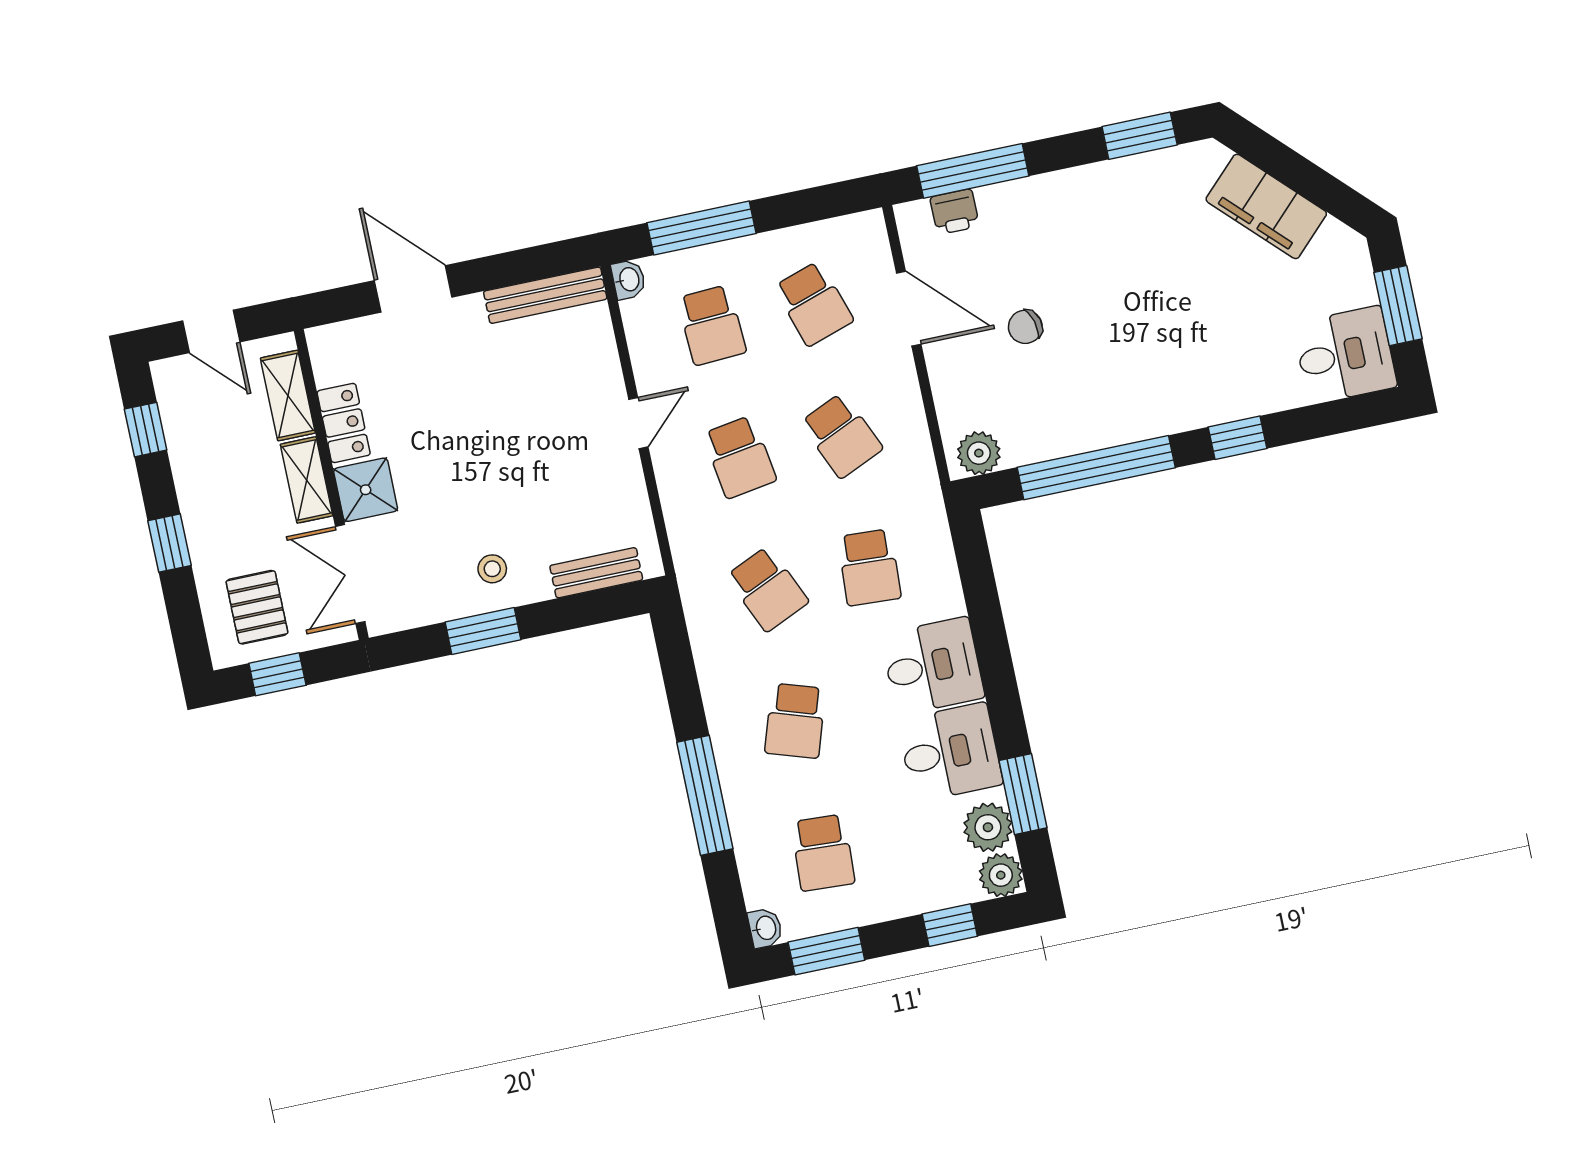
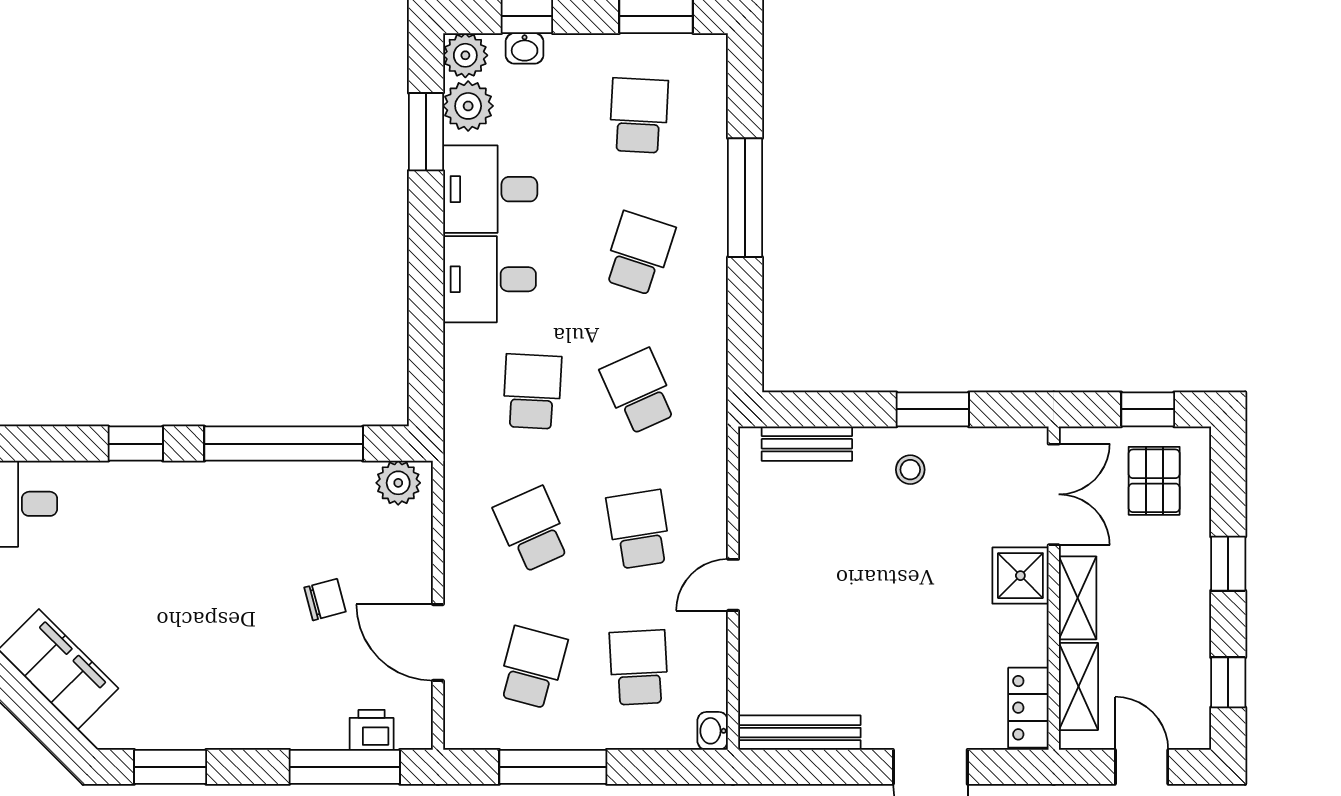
window: (702, 228) -> (553, 767), moved
school desk: (814, 304) -> (532, 667), turned 33
locker: (344, 423) -> (1028, 708), moved
washbasin: (765, 928) -> (525, 48), moved, turned -90

